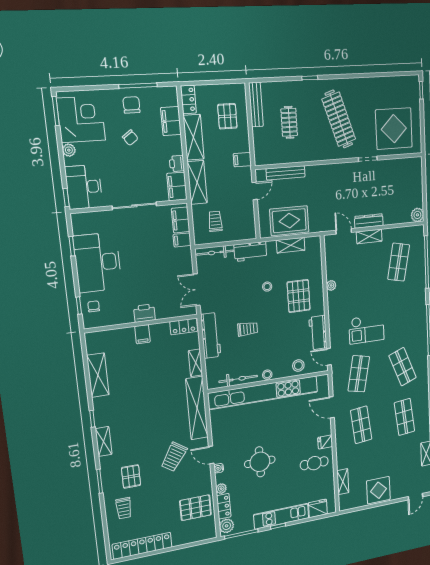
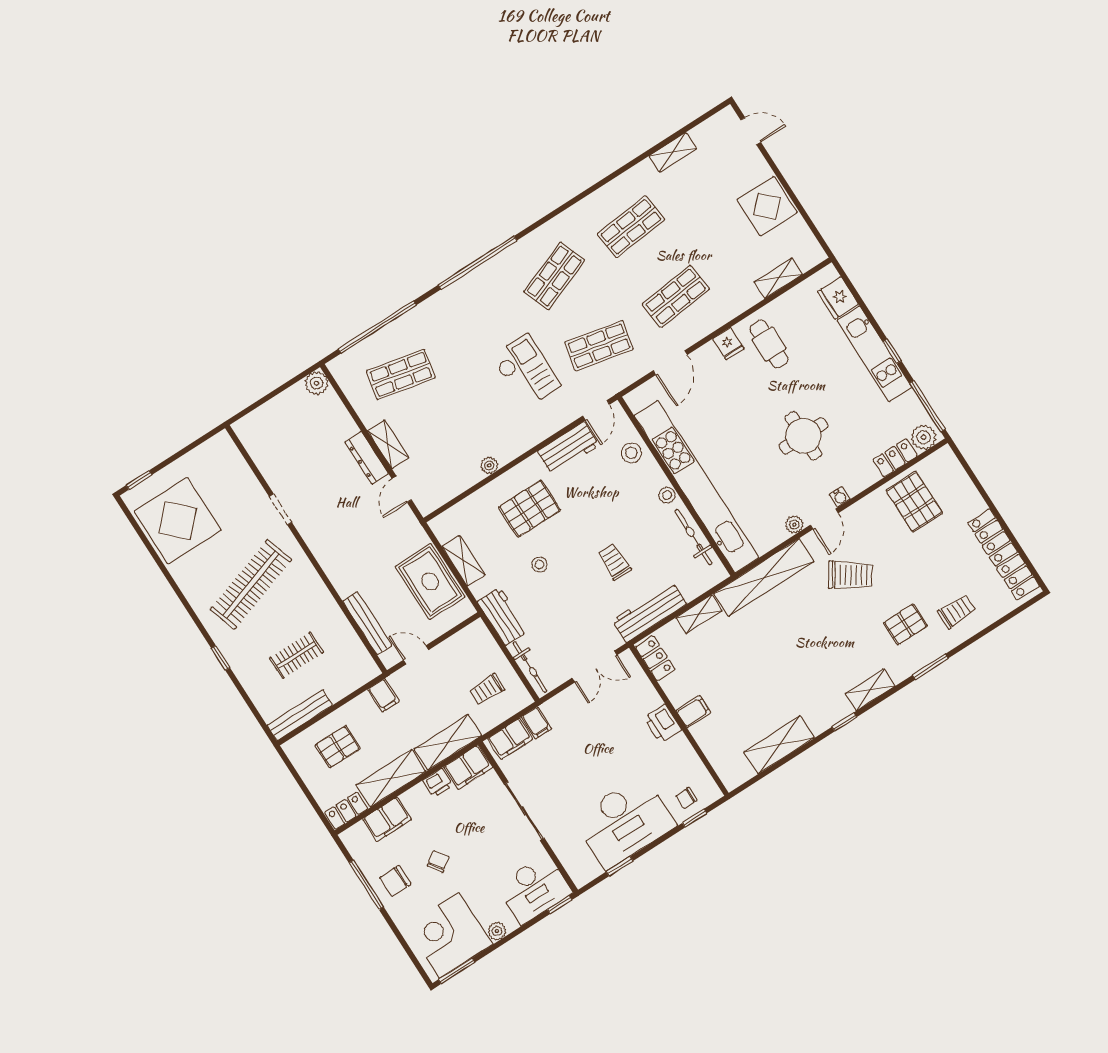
display table: (394, 129) -> (178, 521), moved
plant: (221, 489) -> (794, 525), moved

